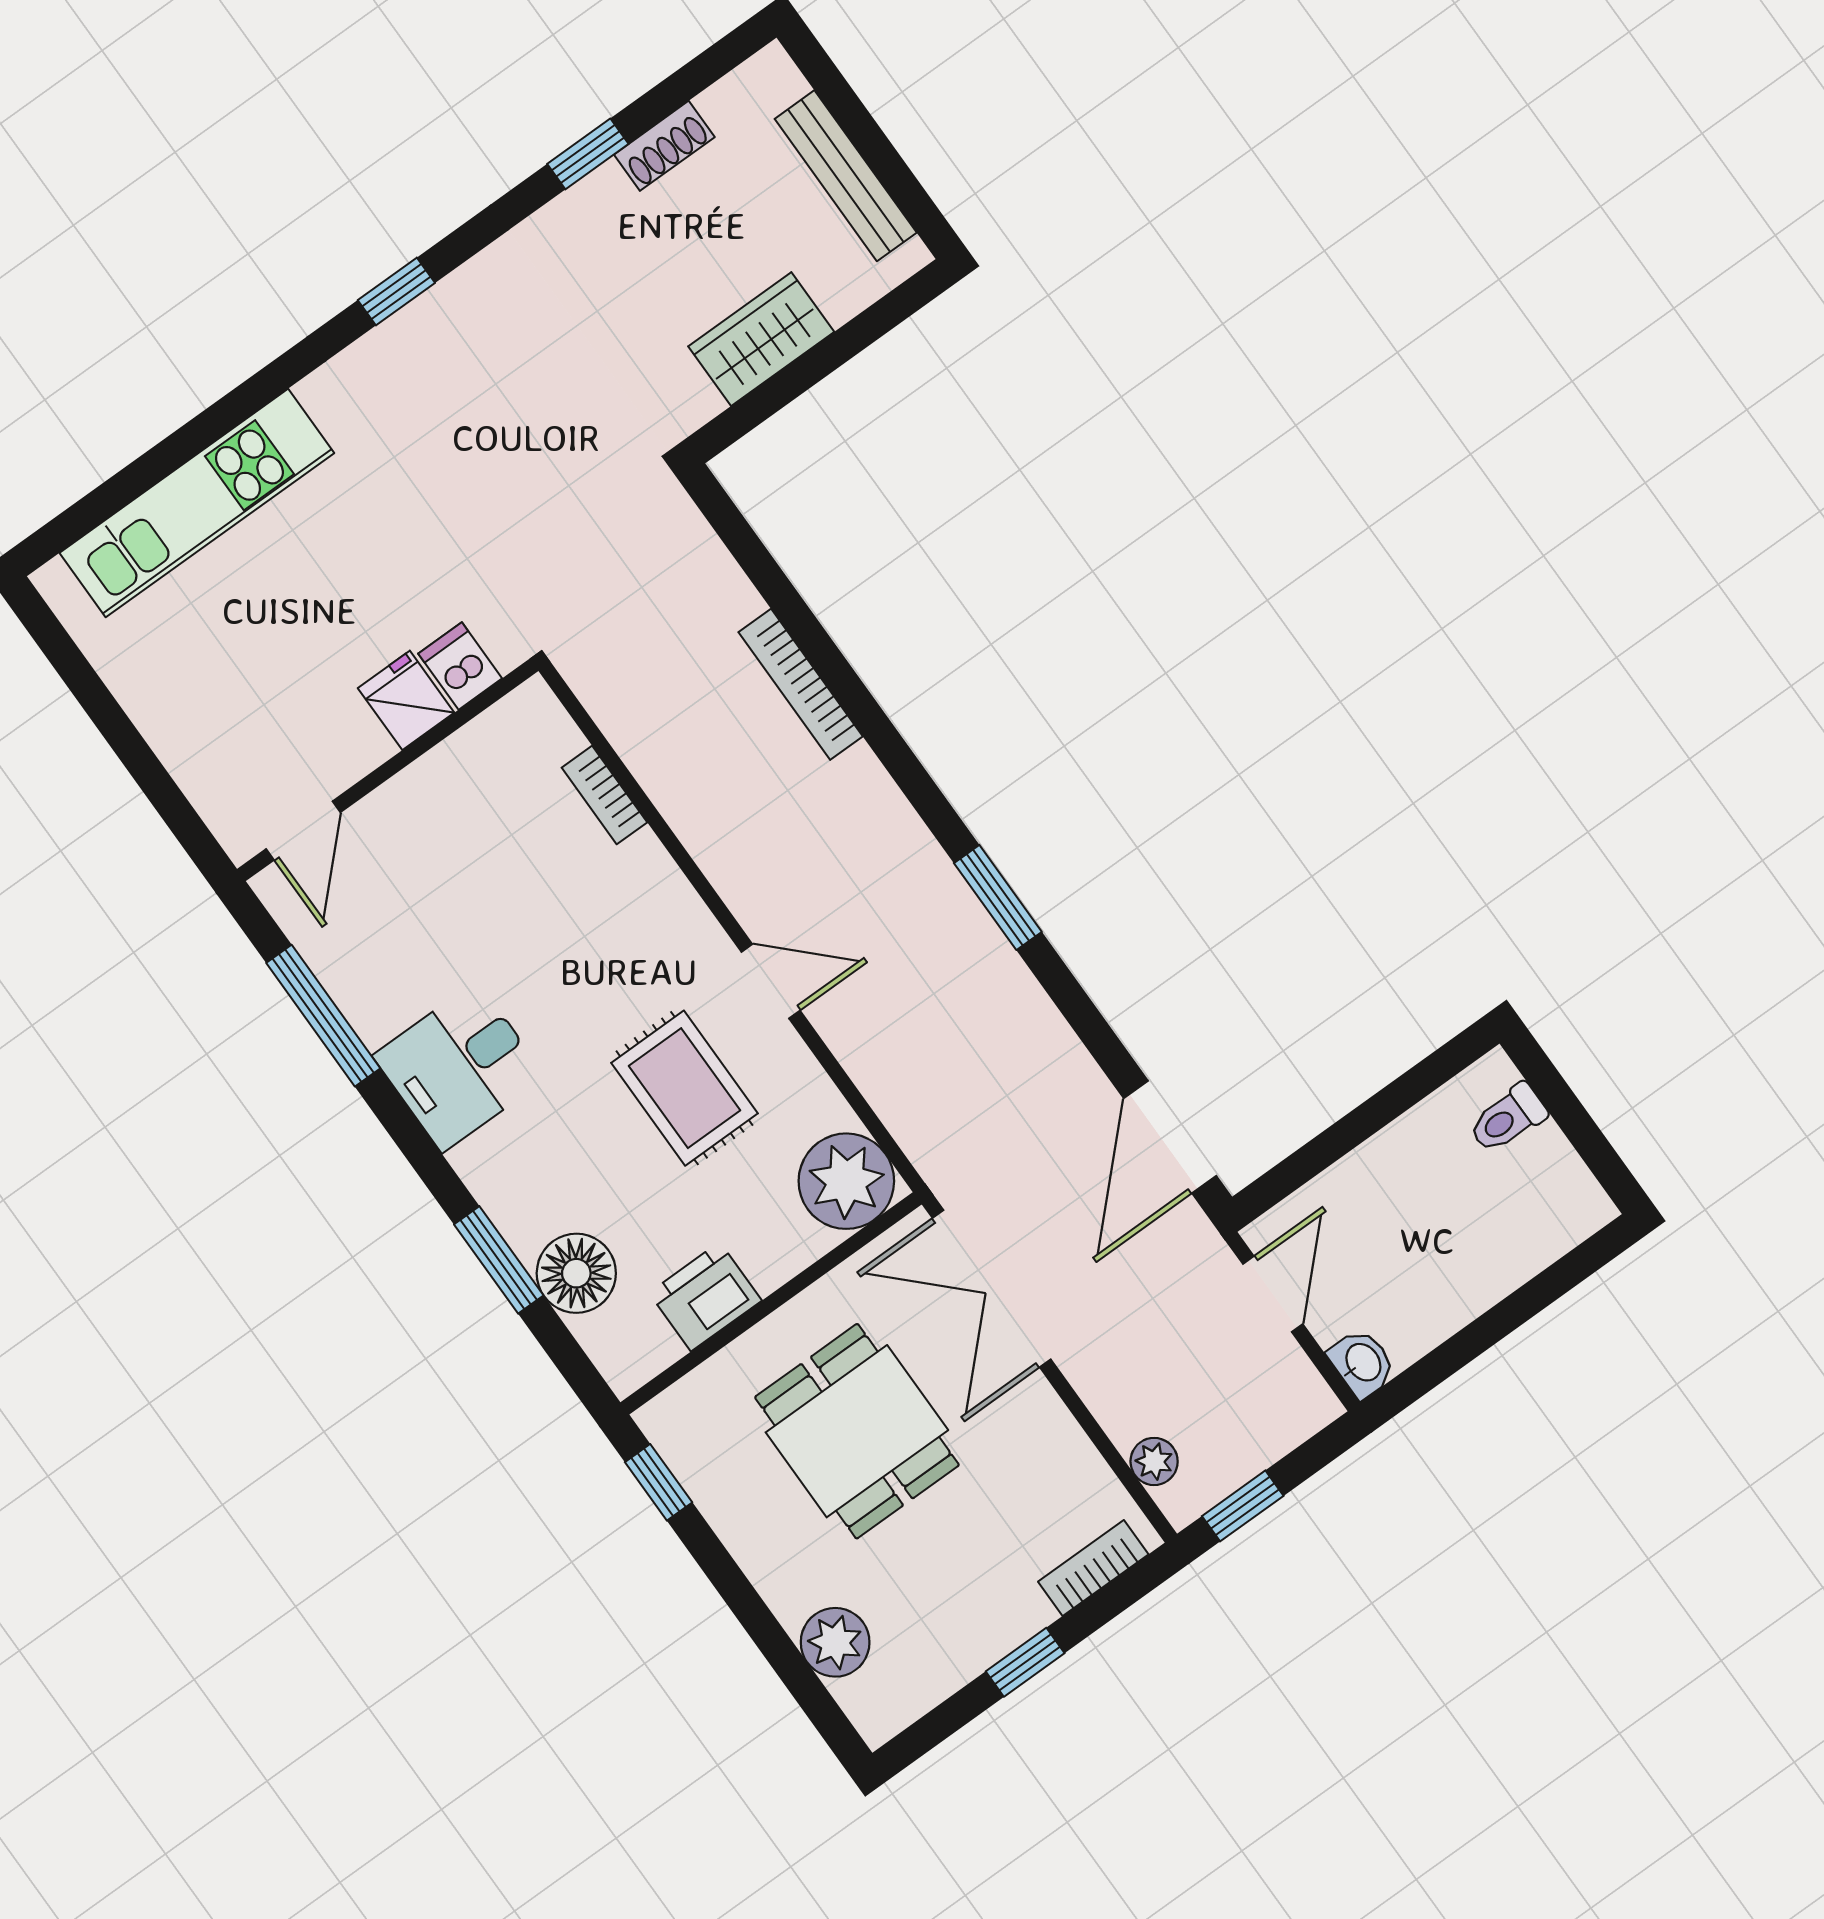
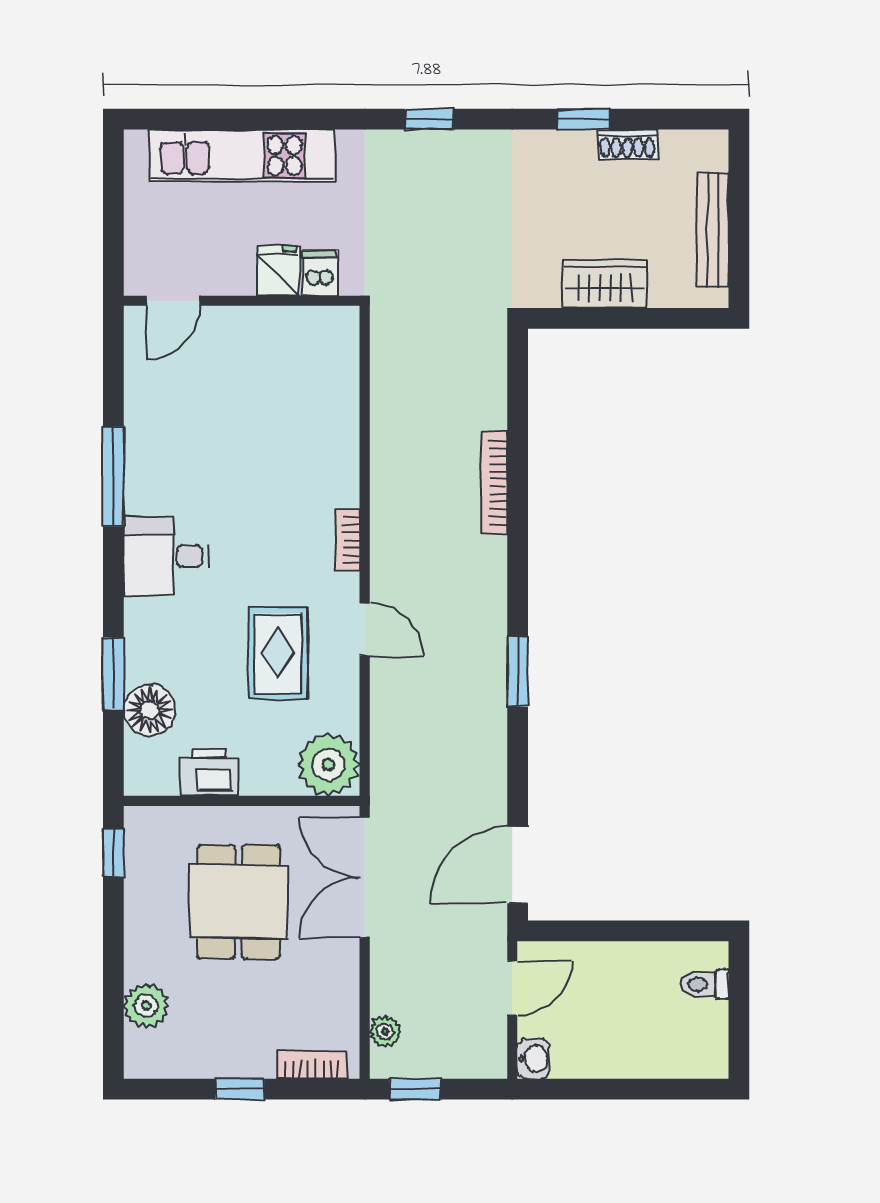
dishwasher: (460, 666) -> (320, 273), moved
fridge: (406, 700) -> (278, 271), moved
wall: (388, 770) -> (242, 301), moved
bookcase: (604, 795) -> (347, 540), moved
door: (303, 831) -> (173, 301), moved

